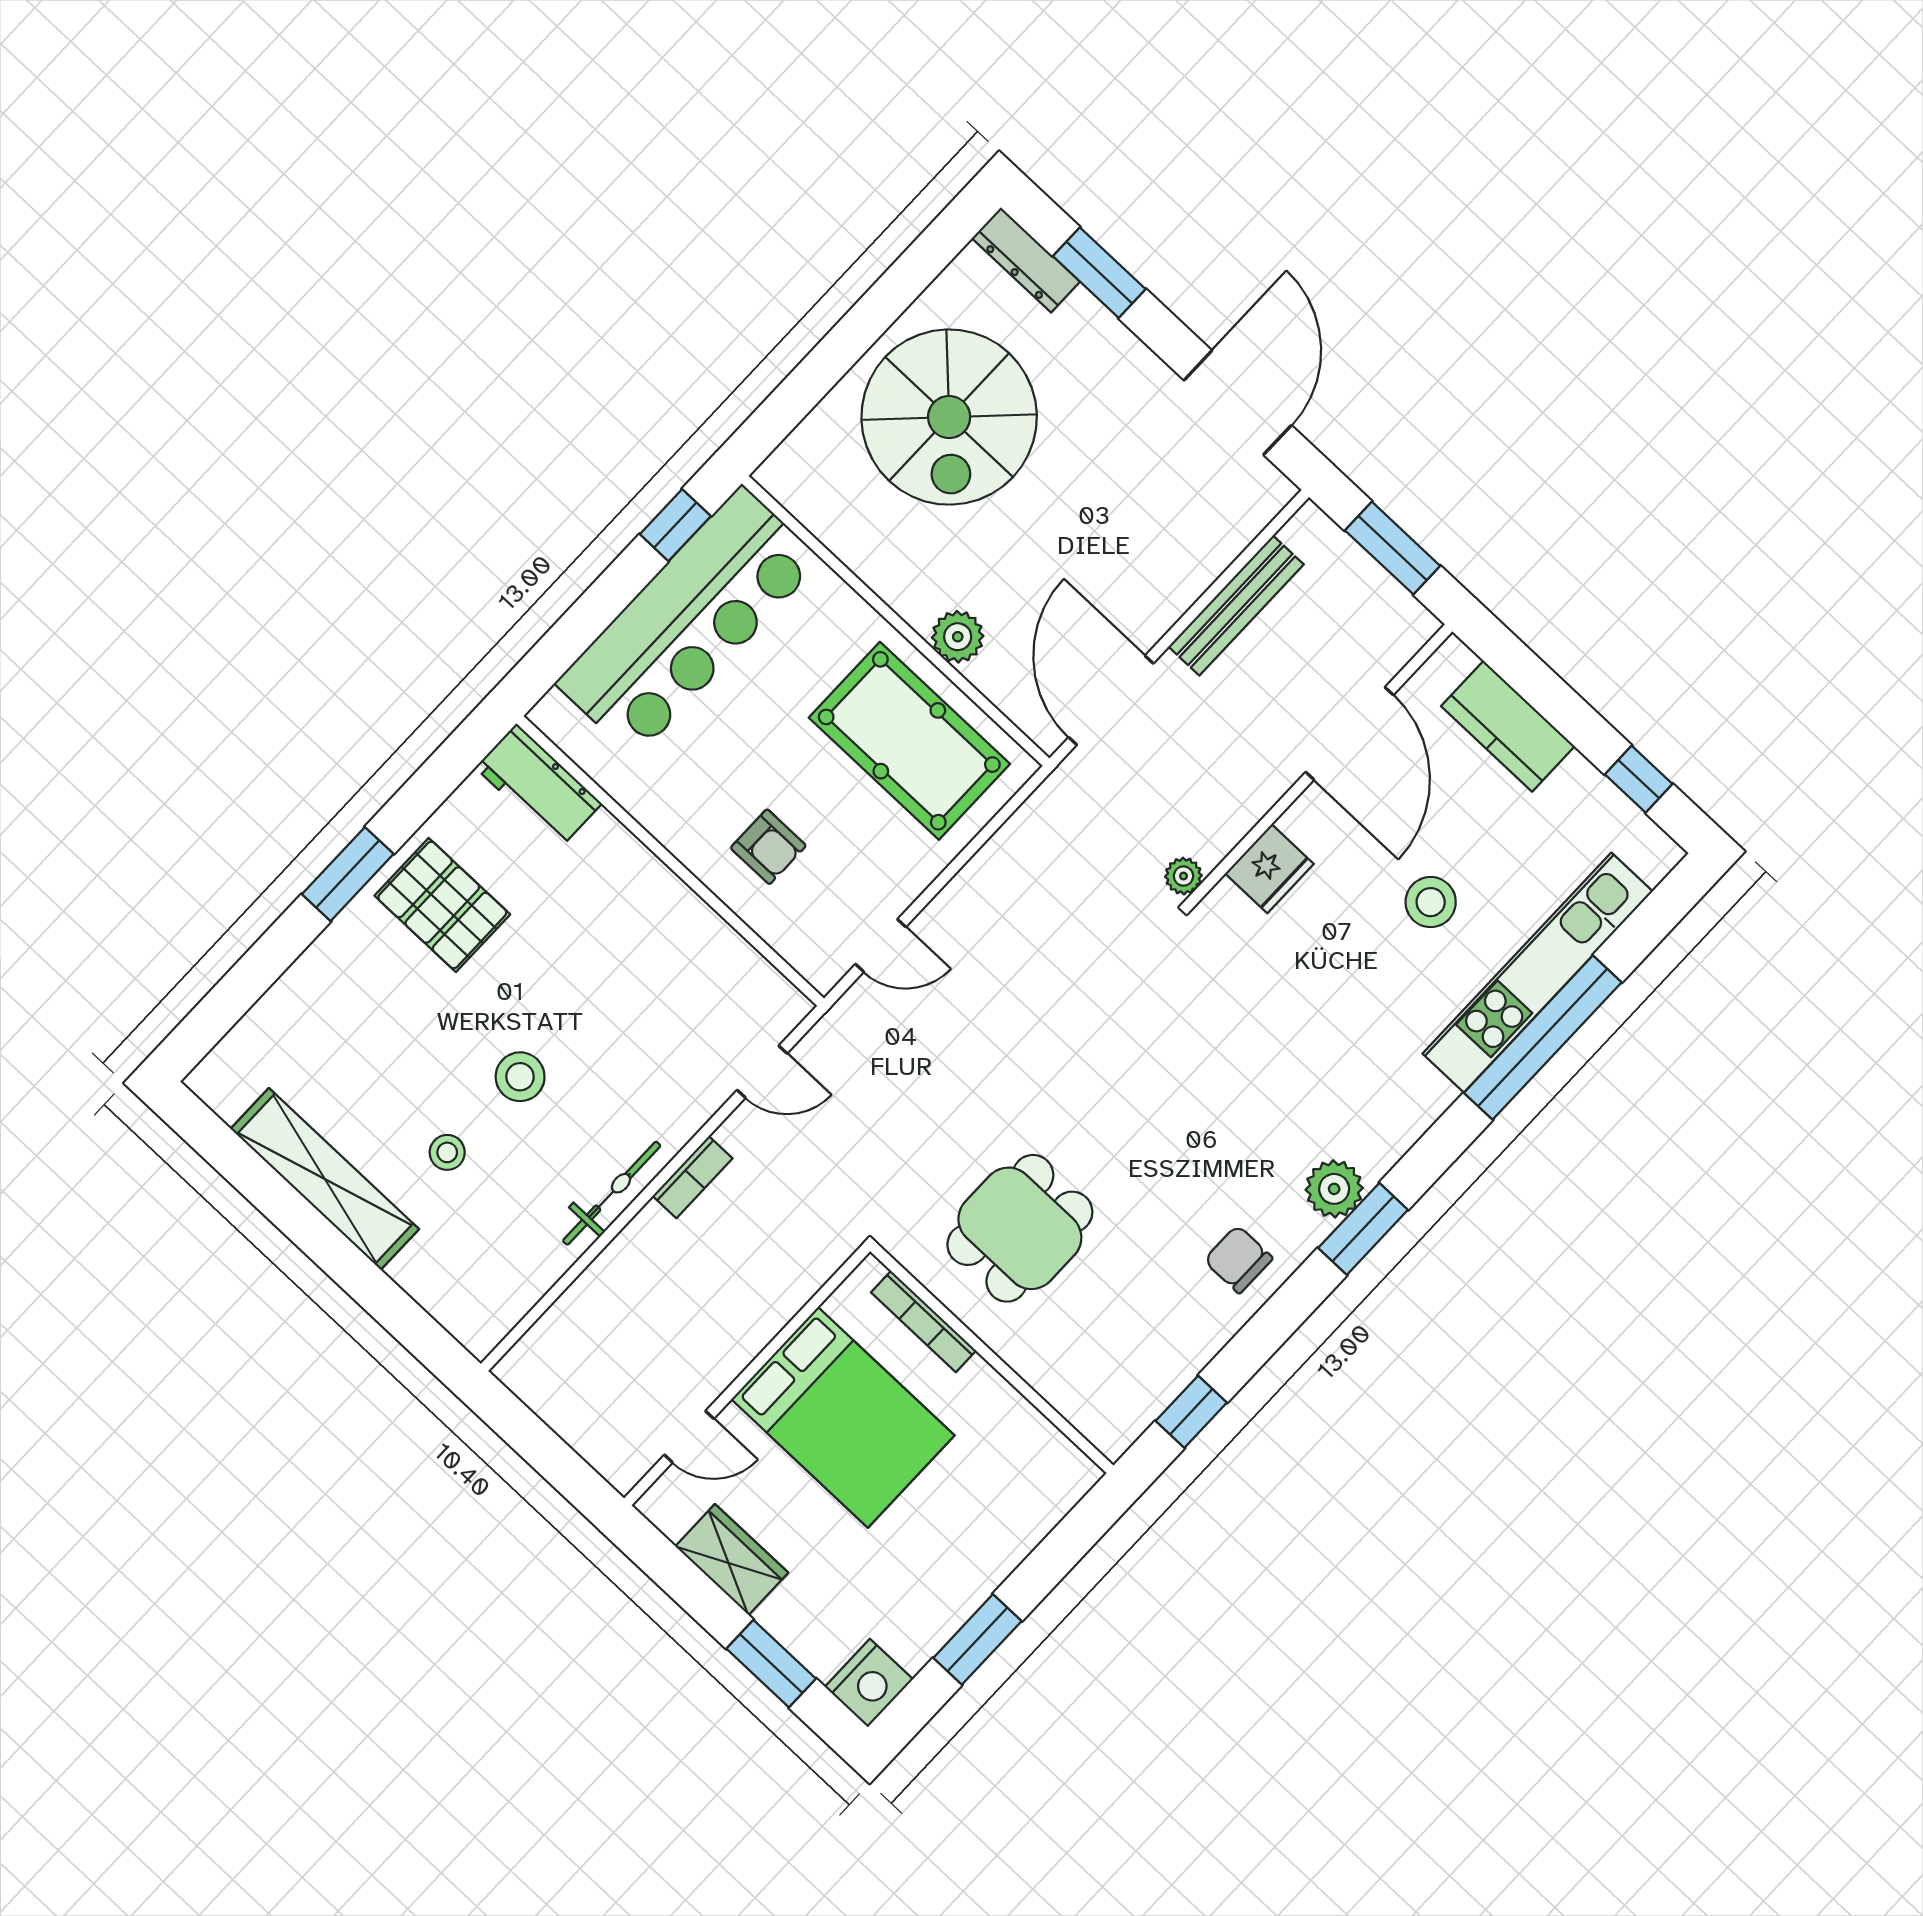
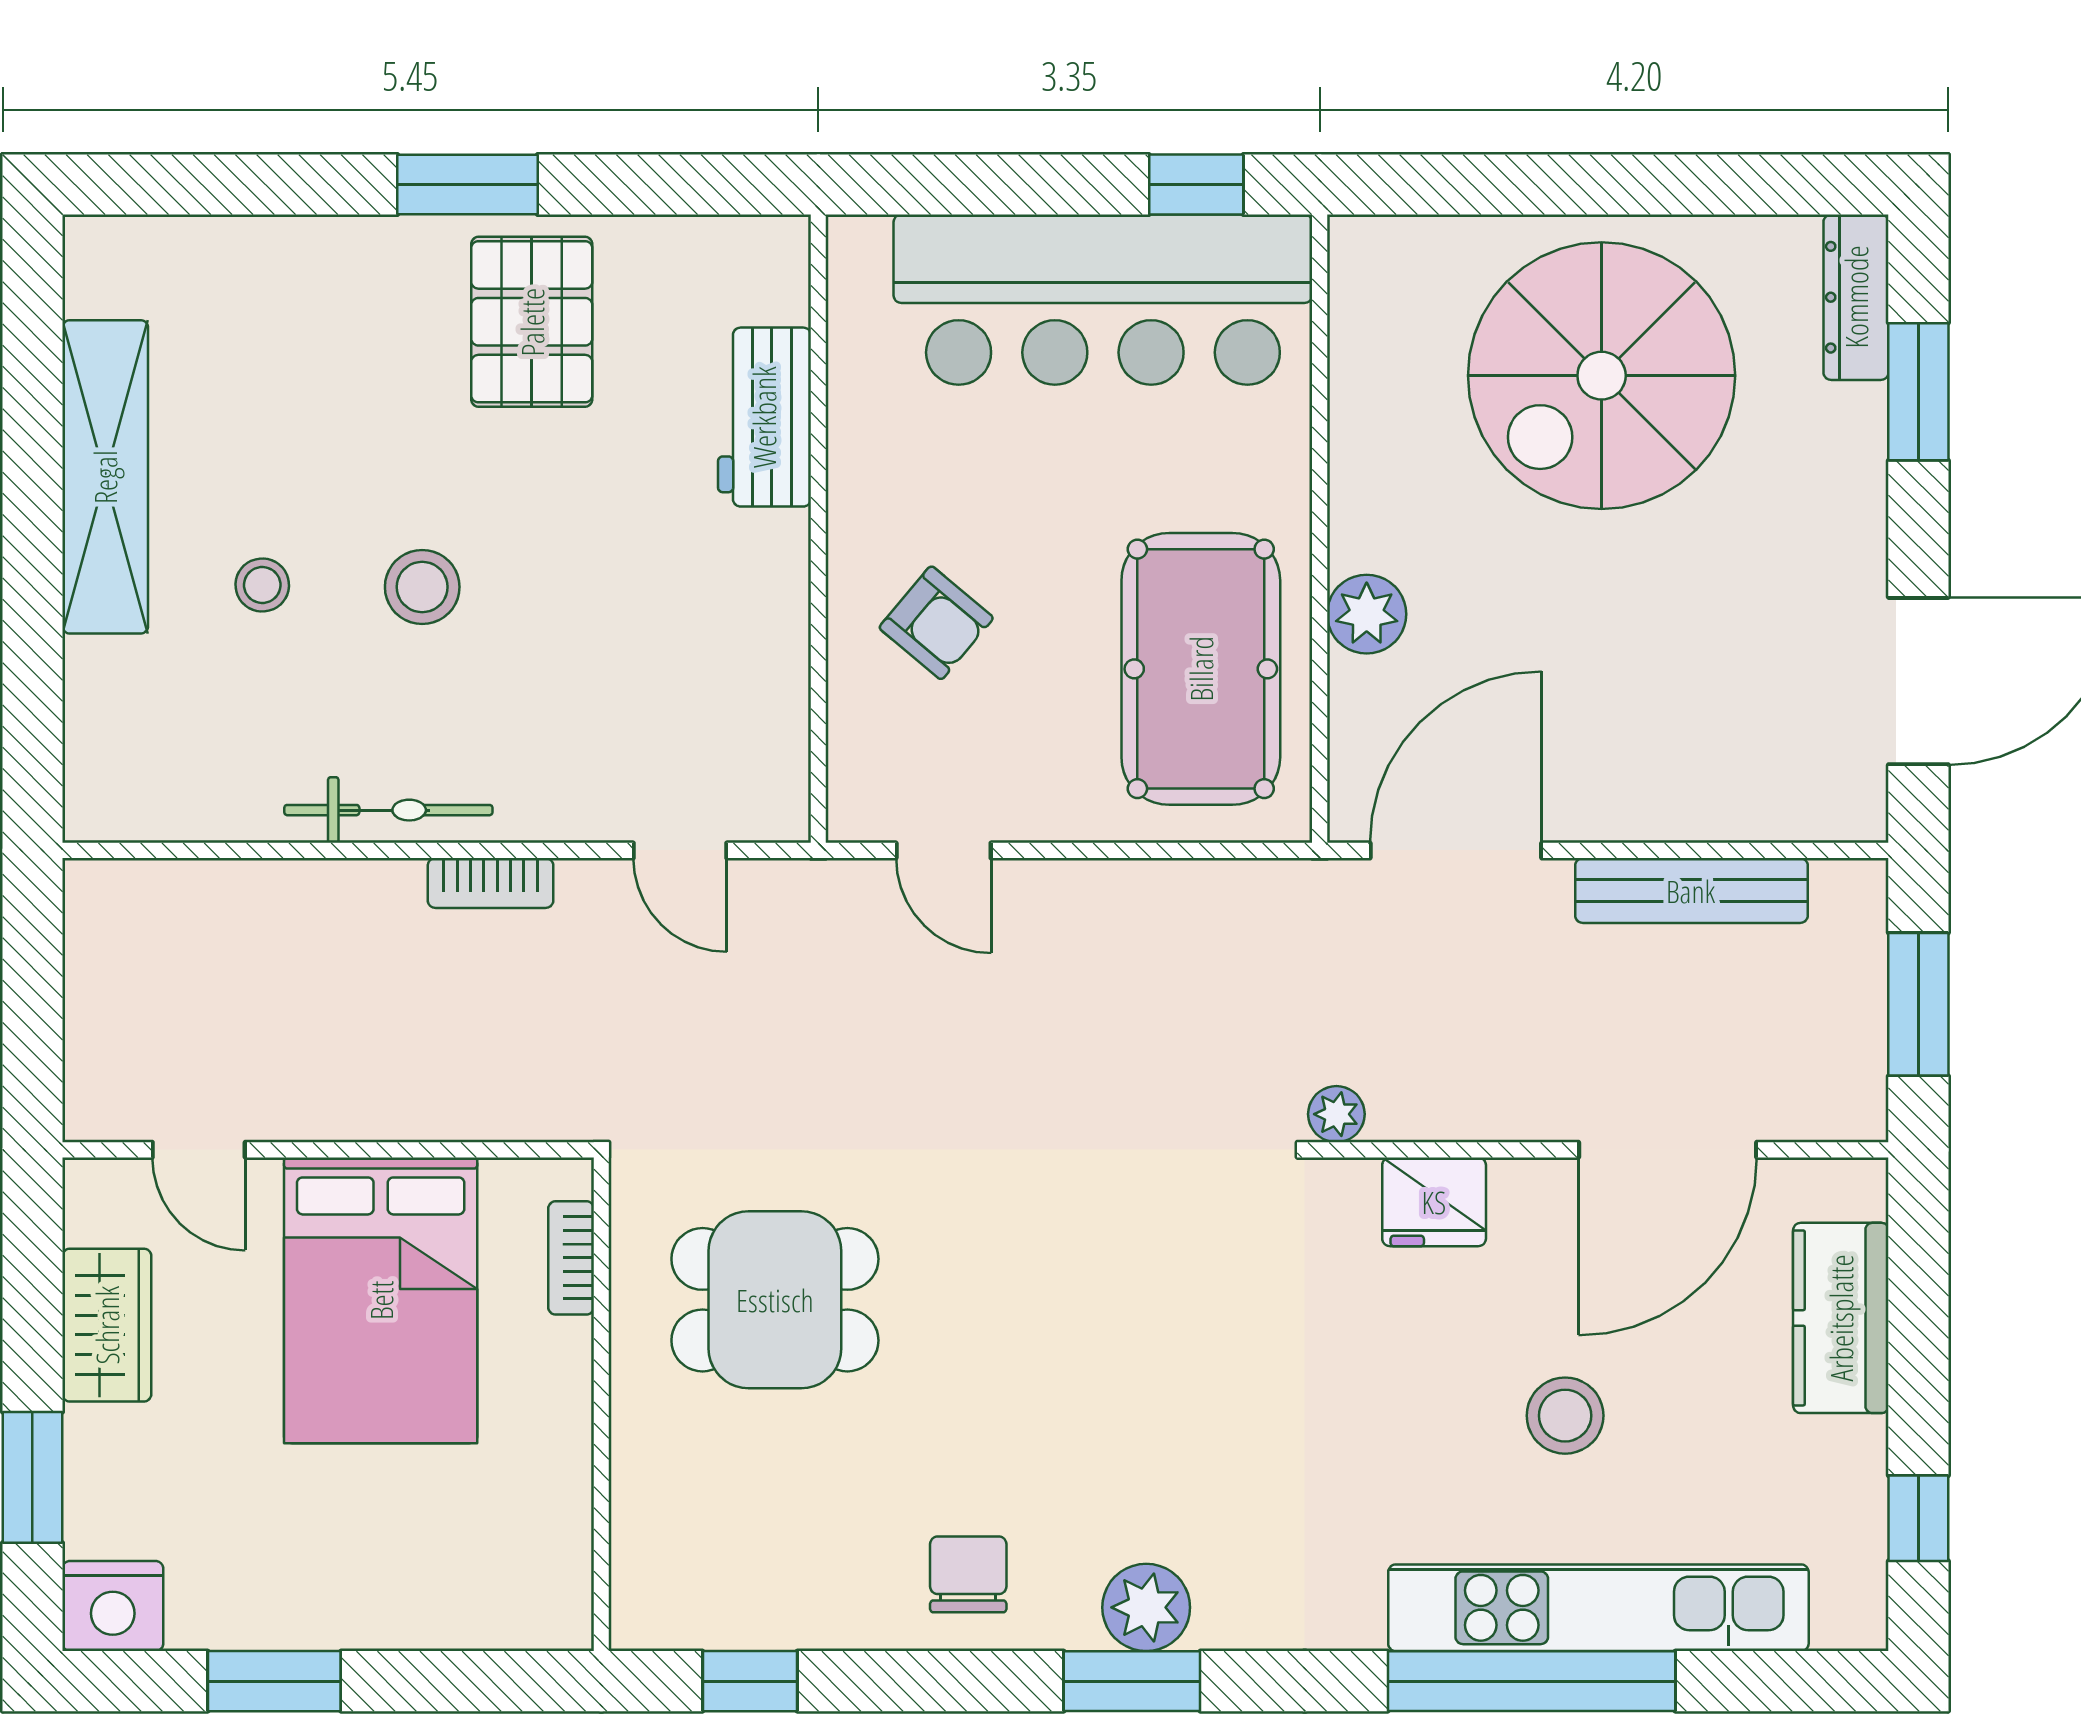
workbench: (538, 786) -> (764, 417), moved
armchair: (768, 847) -> (936, 623), turned -50
bookcase: (923, 1321) -> (571, 1258), width x0.64

